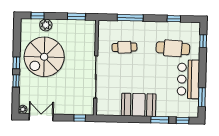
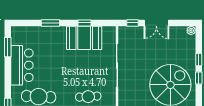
booth: (139, 105) -> (84, 38), moved
double door: (41, 117) -> (156, 23), moved
window: (183, 120) -> (84, 23), moved

